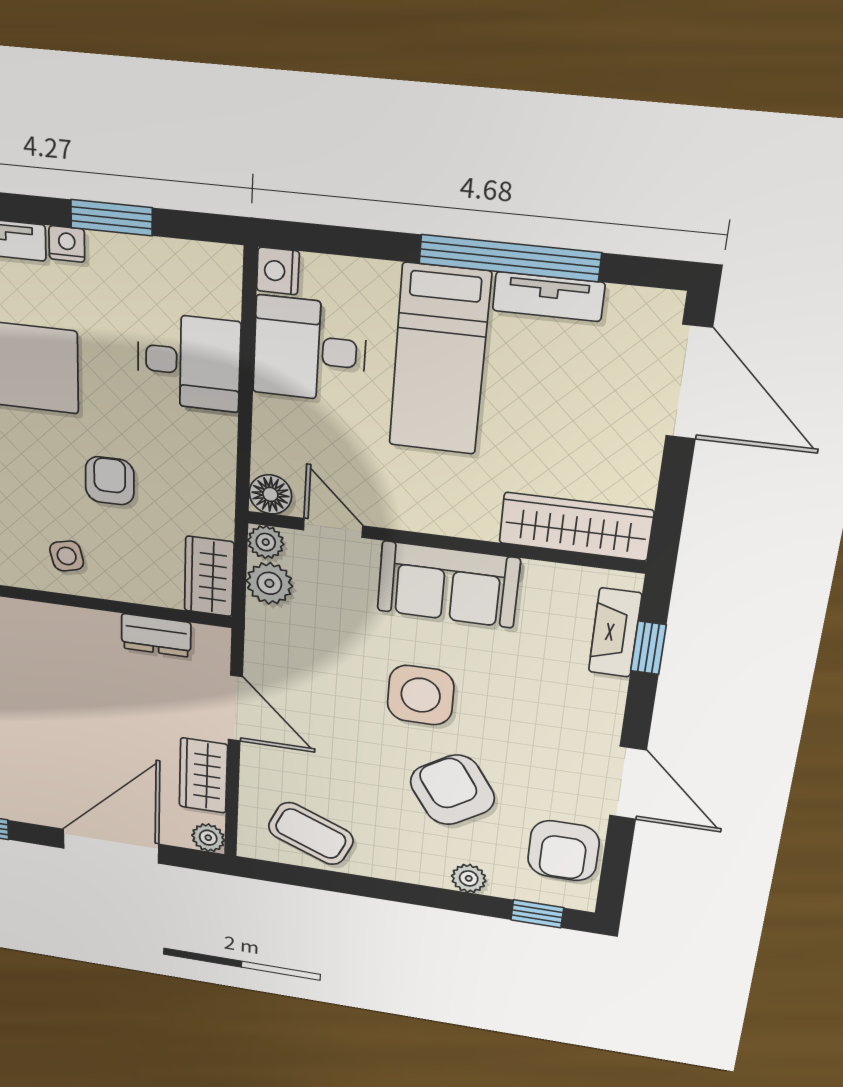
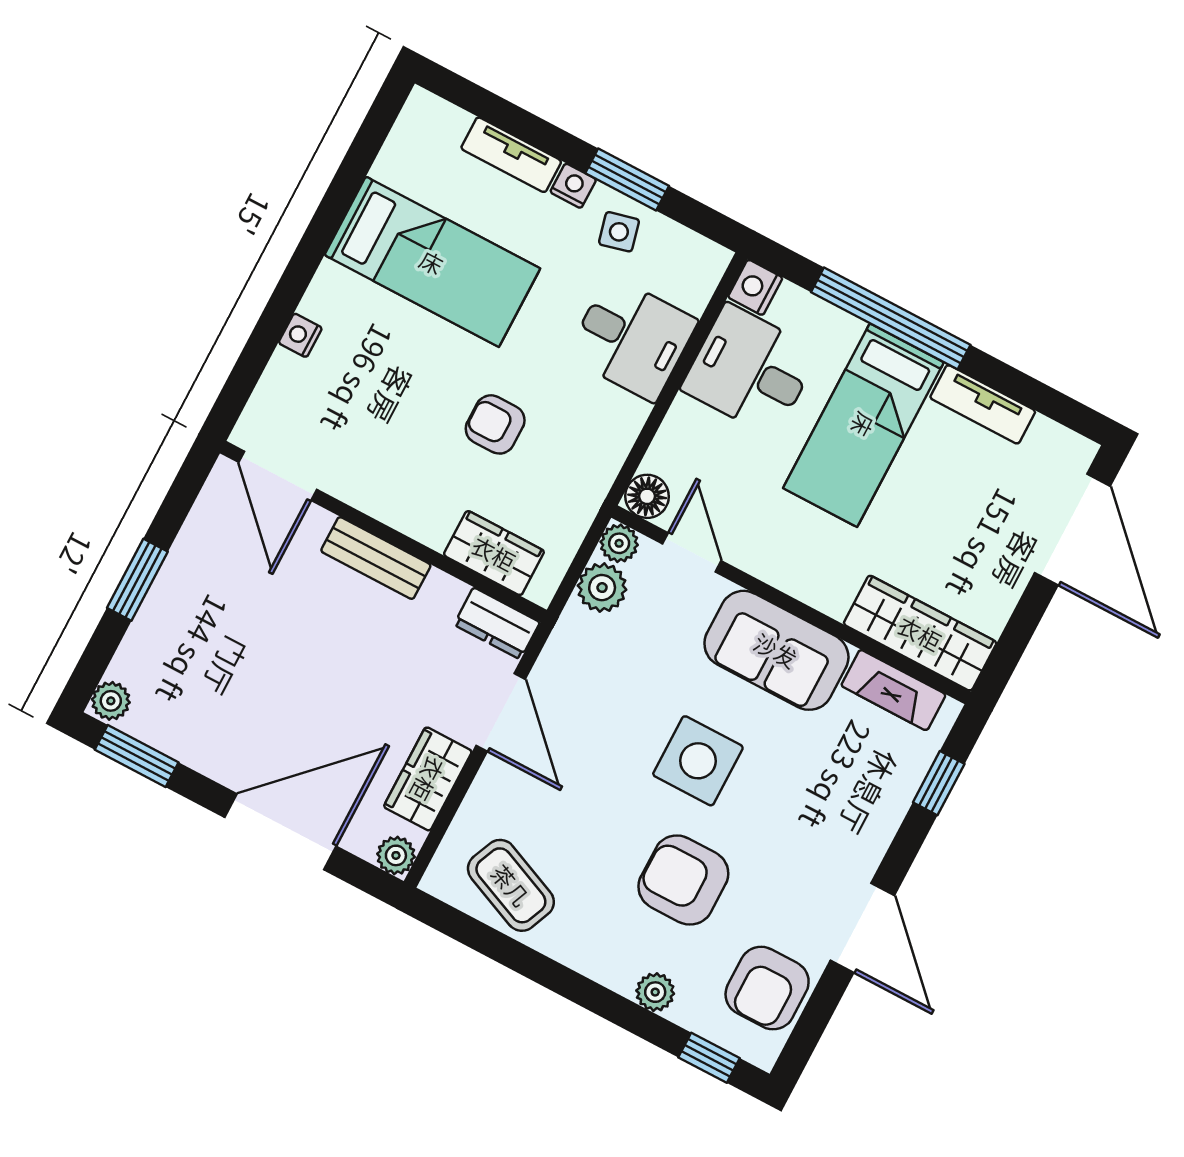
window: (509, 258) -> (891, 318), moved
armchair: (110, 481) -> (495, 424), turned -90
side table: (67, 556) -> (619, 232), moved
wardrobe: (209, 576) -> (494, 553), moved, turned 90
bench: (71, 622) -> (376, 558), added
fireplace: (615, 633) -> (893, 690), moved, turned -90
dresser: (156, 635) -> (497, 623), moved
armchair: (452, 790) -> (683, 880), turned -57

